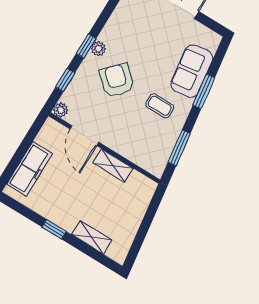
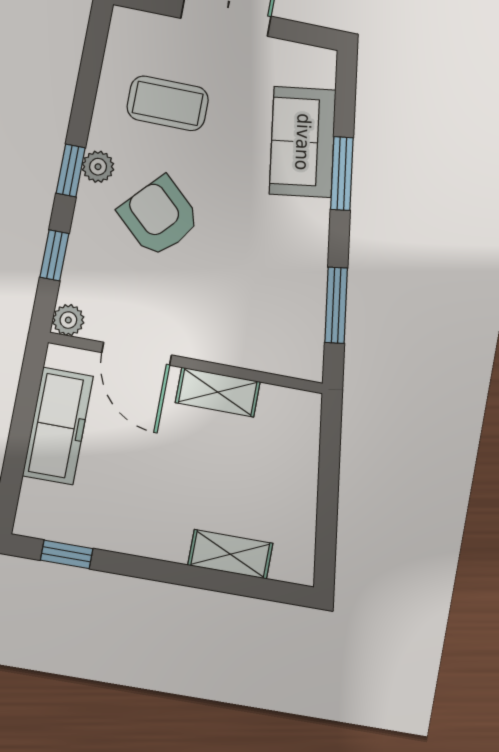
coffee table: (160, 106) -> (168, 103), moved, width x1.36, depth x1.30
freezer: (30, 169) -> (58, 426), moved
window: (54, 229) -> (67, 554), moved

